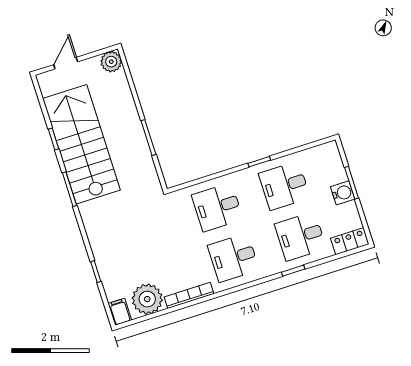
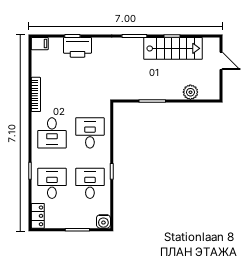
plant: (111, 62) -> (190, 92), moved
stairs: (81, 144) -> (173, 48), width x0.73, depth x0.66
water cooler: (343, 193) -> (103, 221), moved
desk: (233, 258) -> (52, 133), turned 180
printer: (109, 260) -> (78, 47), added
plant: (147, 299) -> (42, 65), removed

